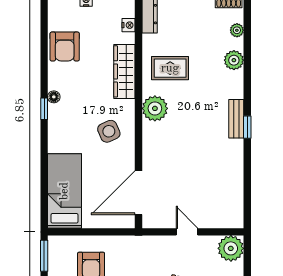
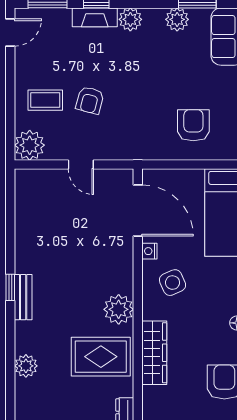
nightstand: (129, 25) -> (149, 251), moved
plant: (237, 30) -> (22, 401), removed
rug: (170, 68) -> (101, 357), width x1.36, depth x1.43
door: (139, 193) -> (138, 210), hinge flipped

